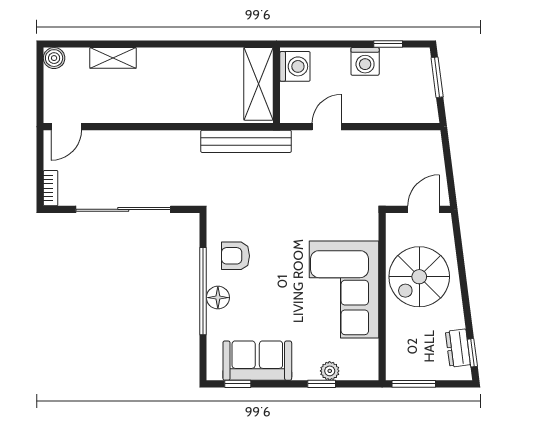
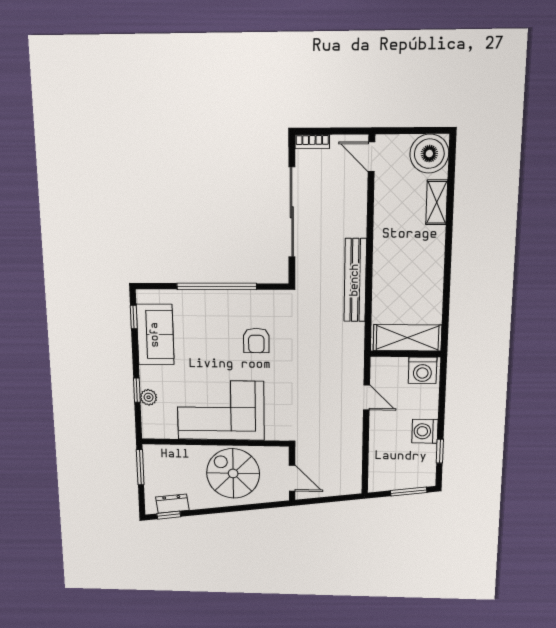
boiler: (54, 58) -> (429, 154), width x1.86, depth x1.86
bench: (246, 141) -> (355, 280), moved
armchair: (235, 256) -> (256, 340), moved, turned 180
floor lamp: (218, 298) -> (211, 300), removed

